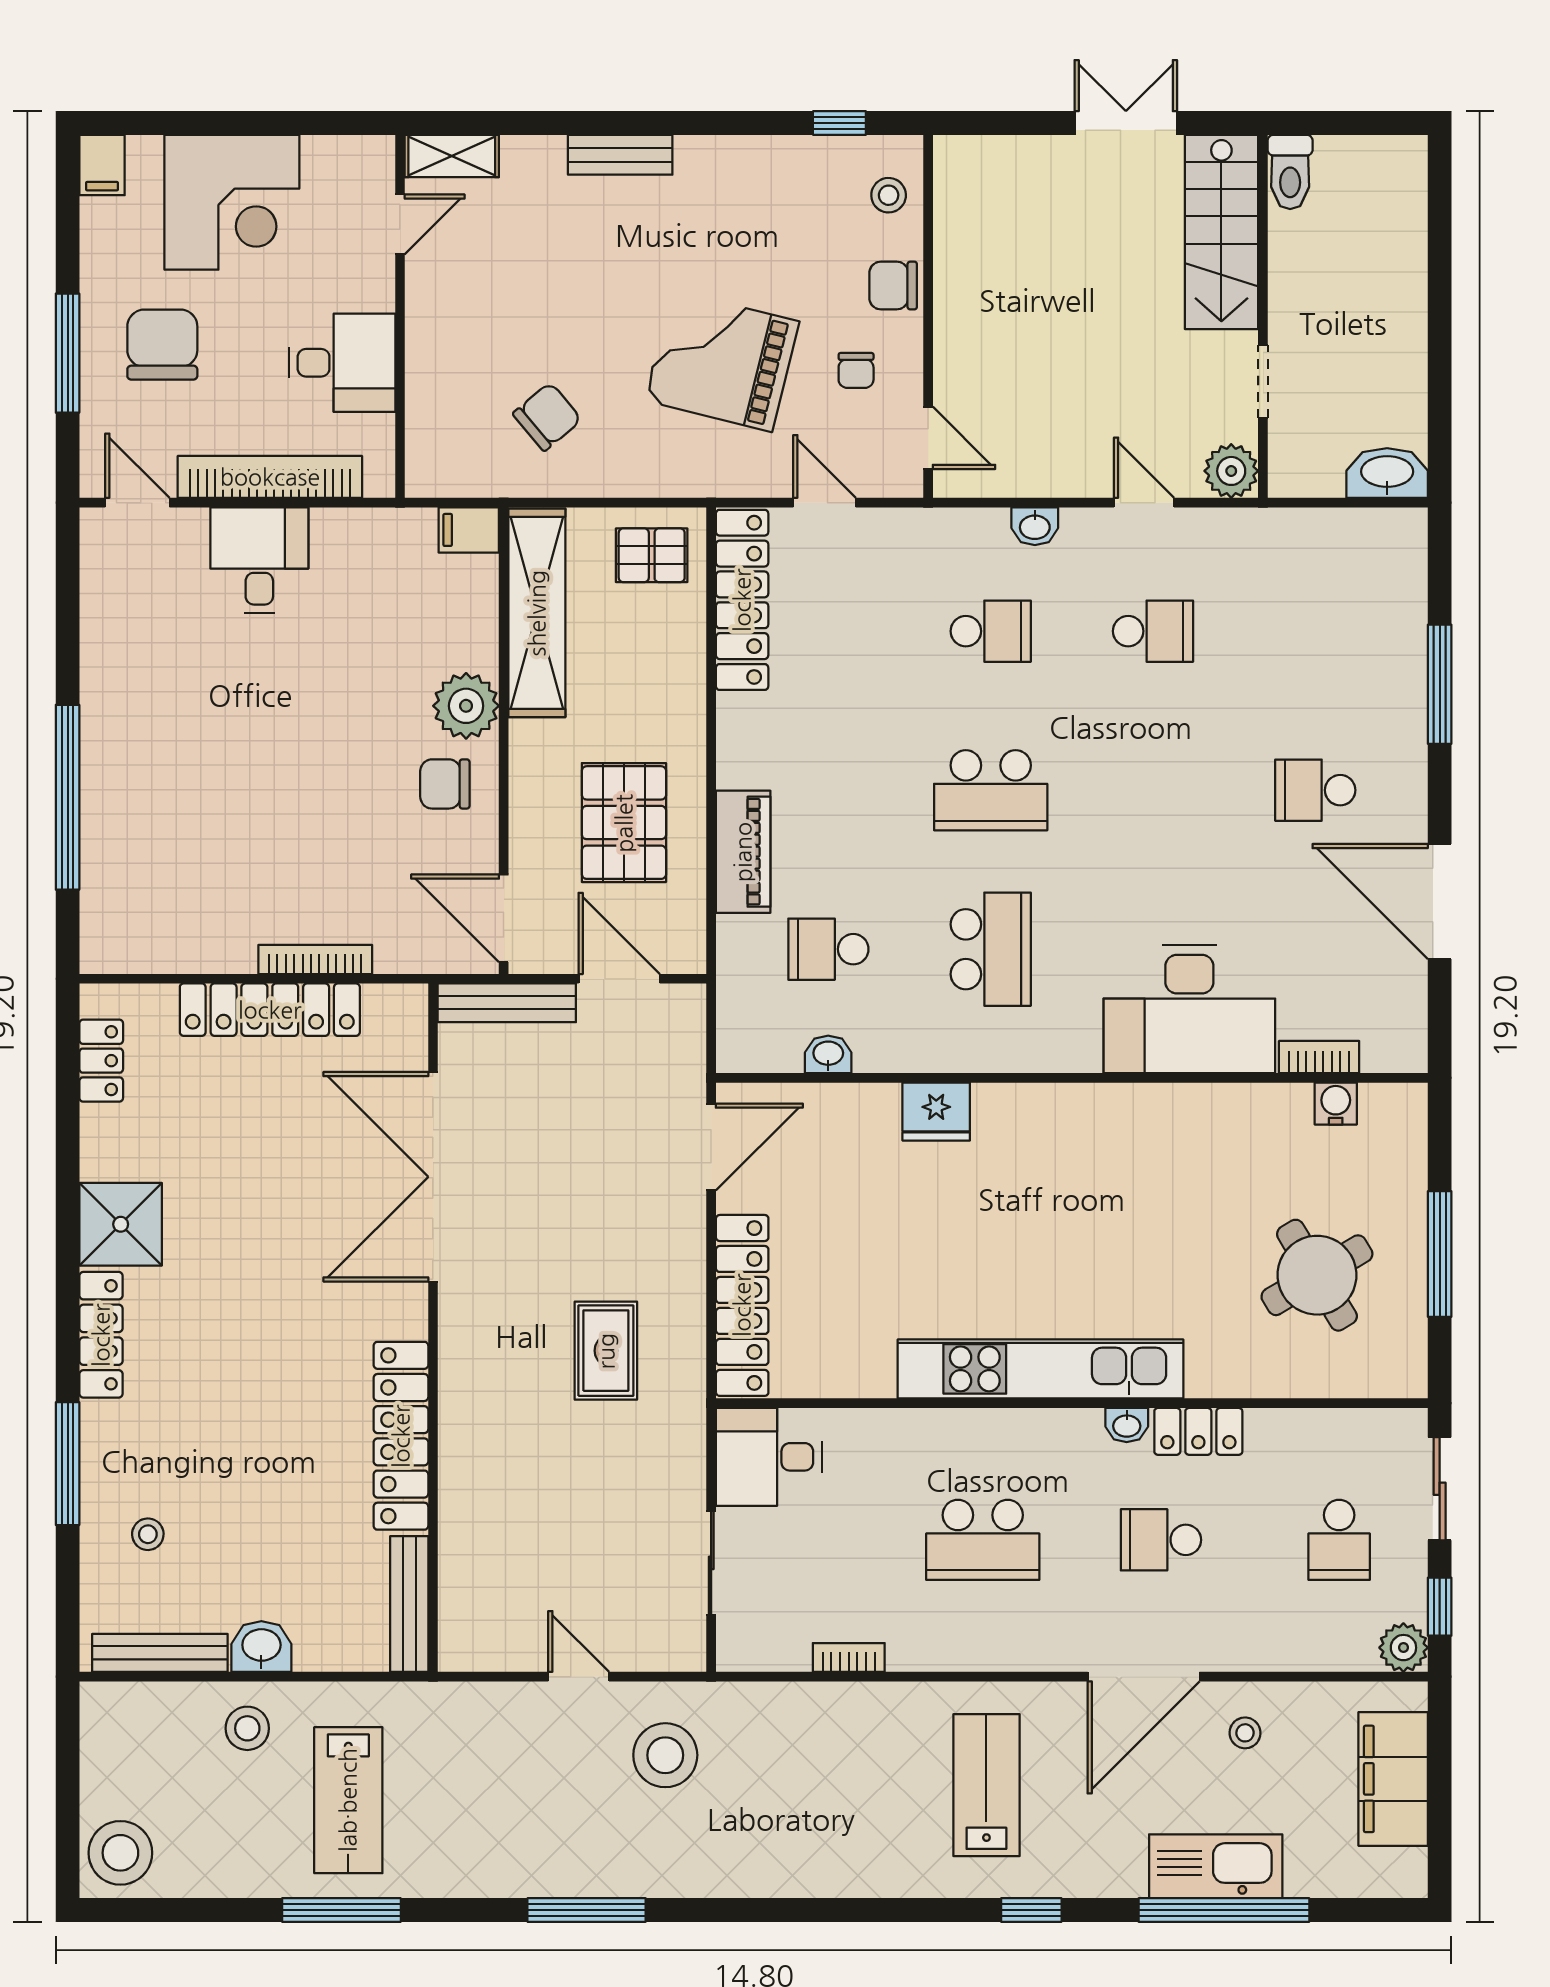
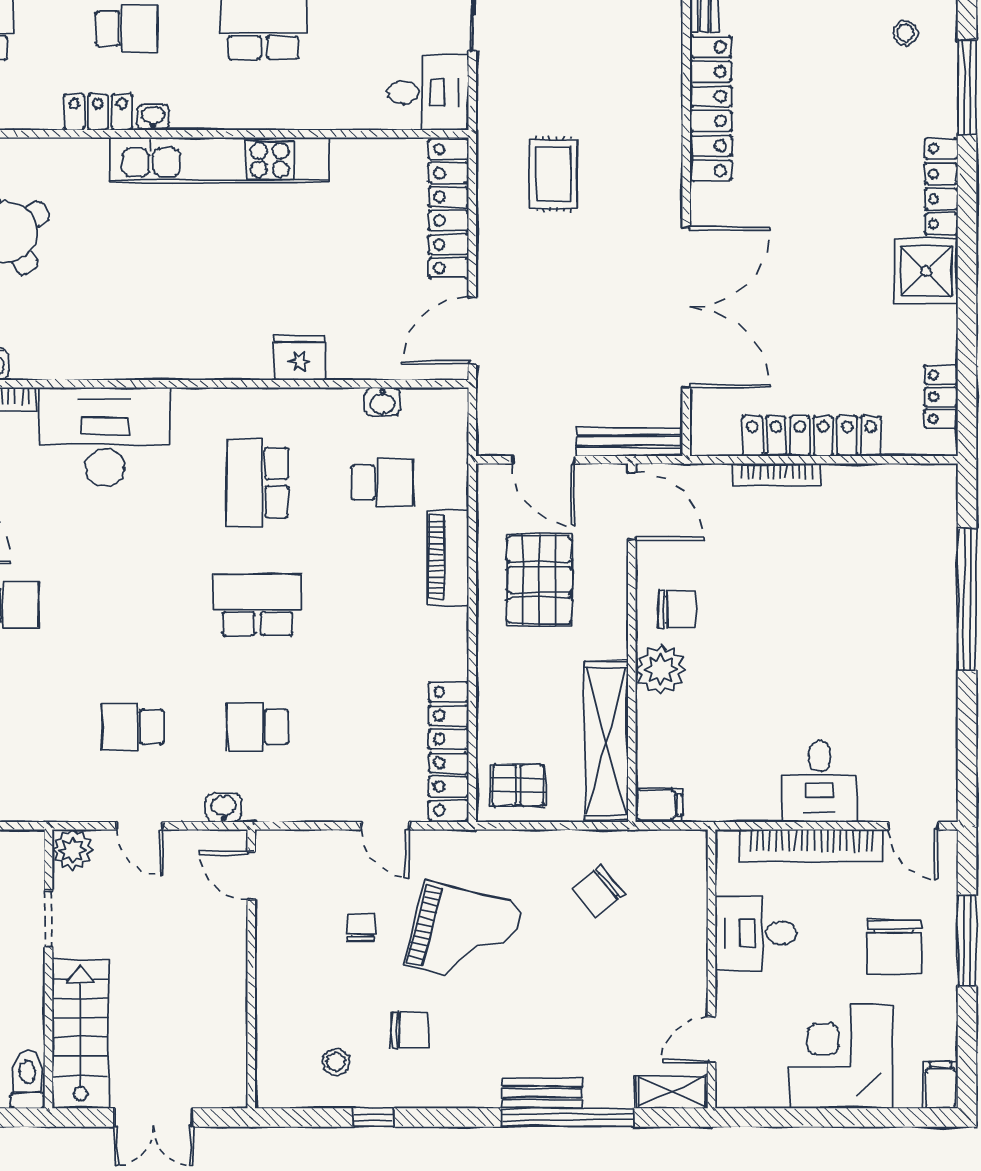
window: (587, 123) -> (567, 1117), added
chair: (893, 286) -> (410, 1030), moved
wall: (928, 316) -> (251, 969), moved
door: (928, 438) -> (251, 875), moved

